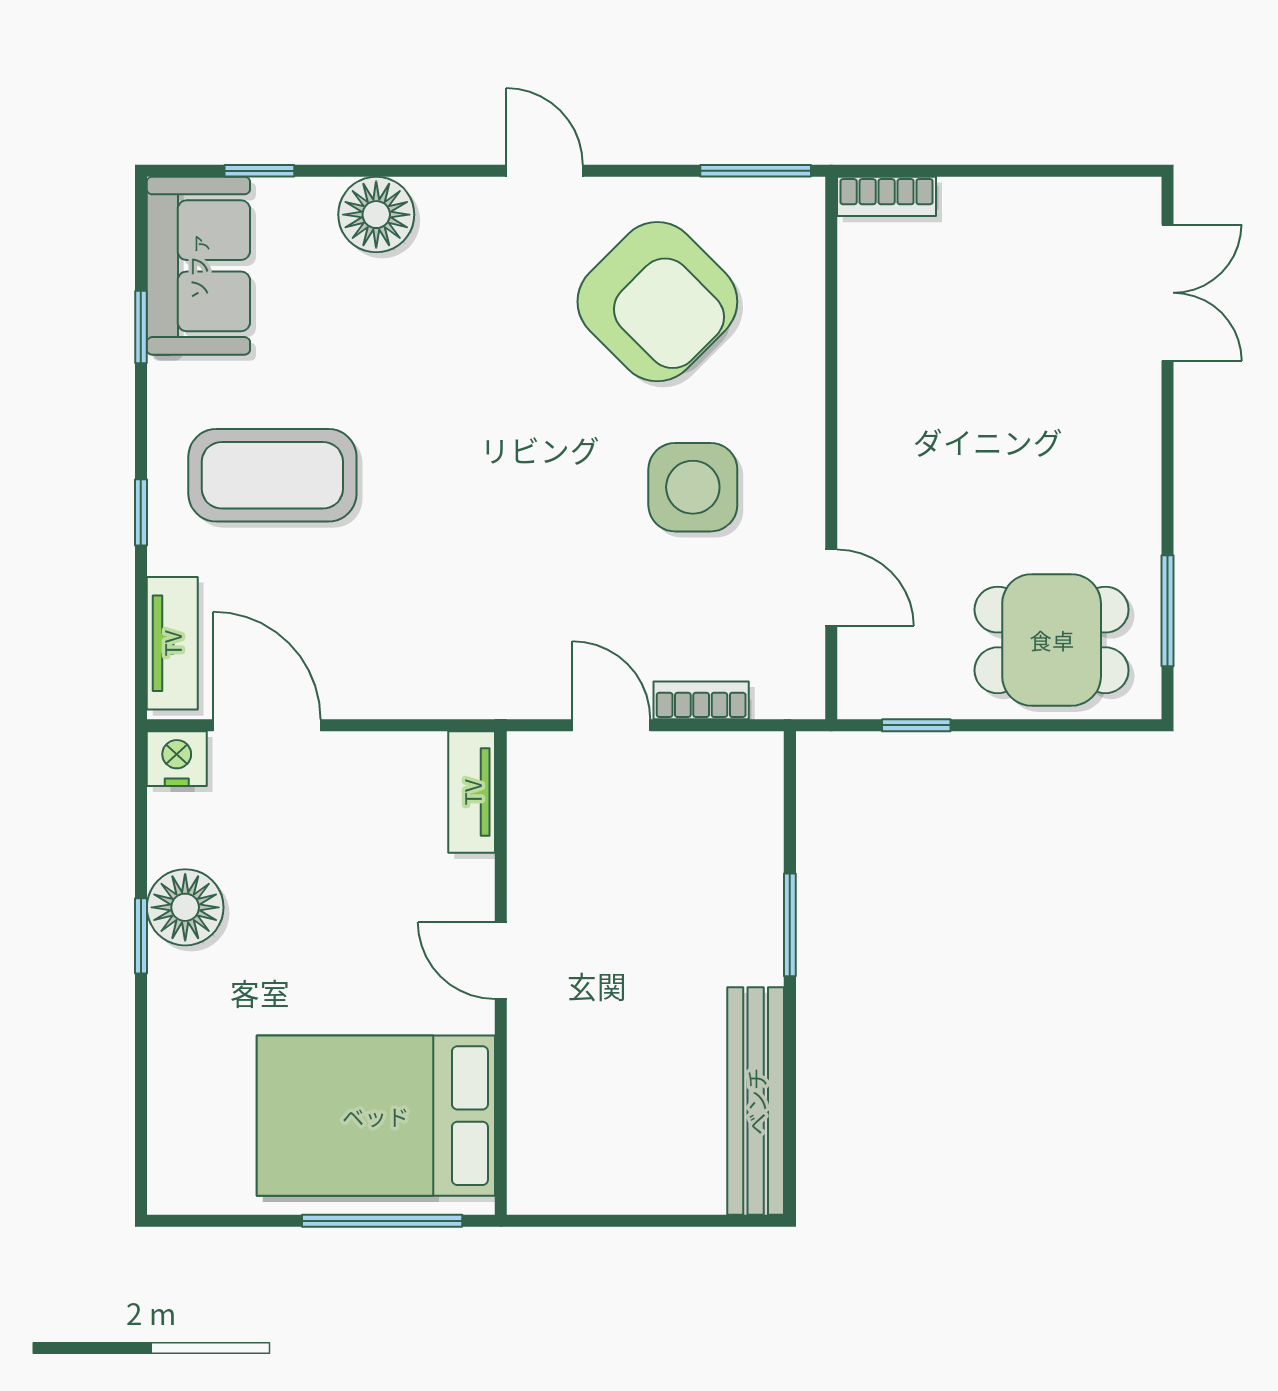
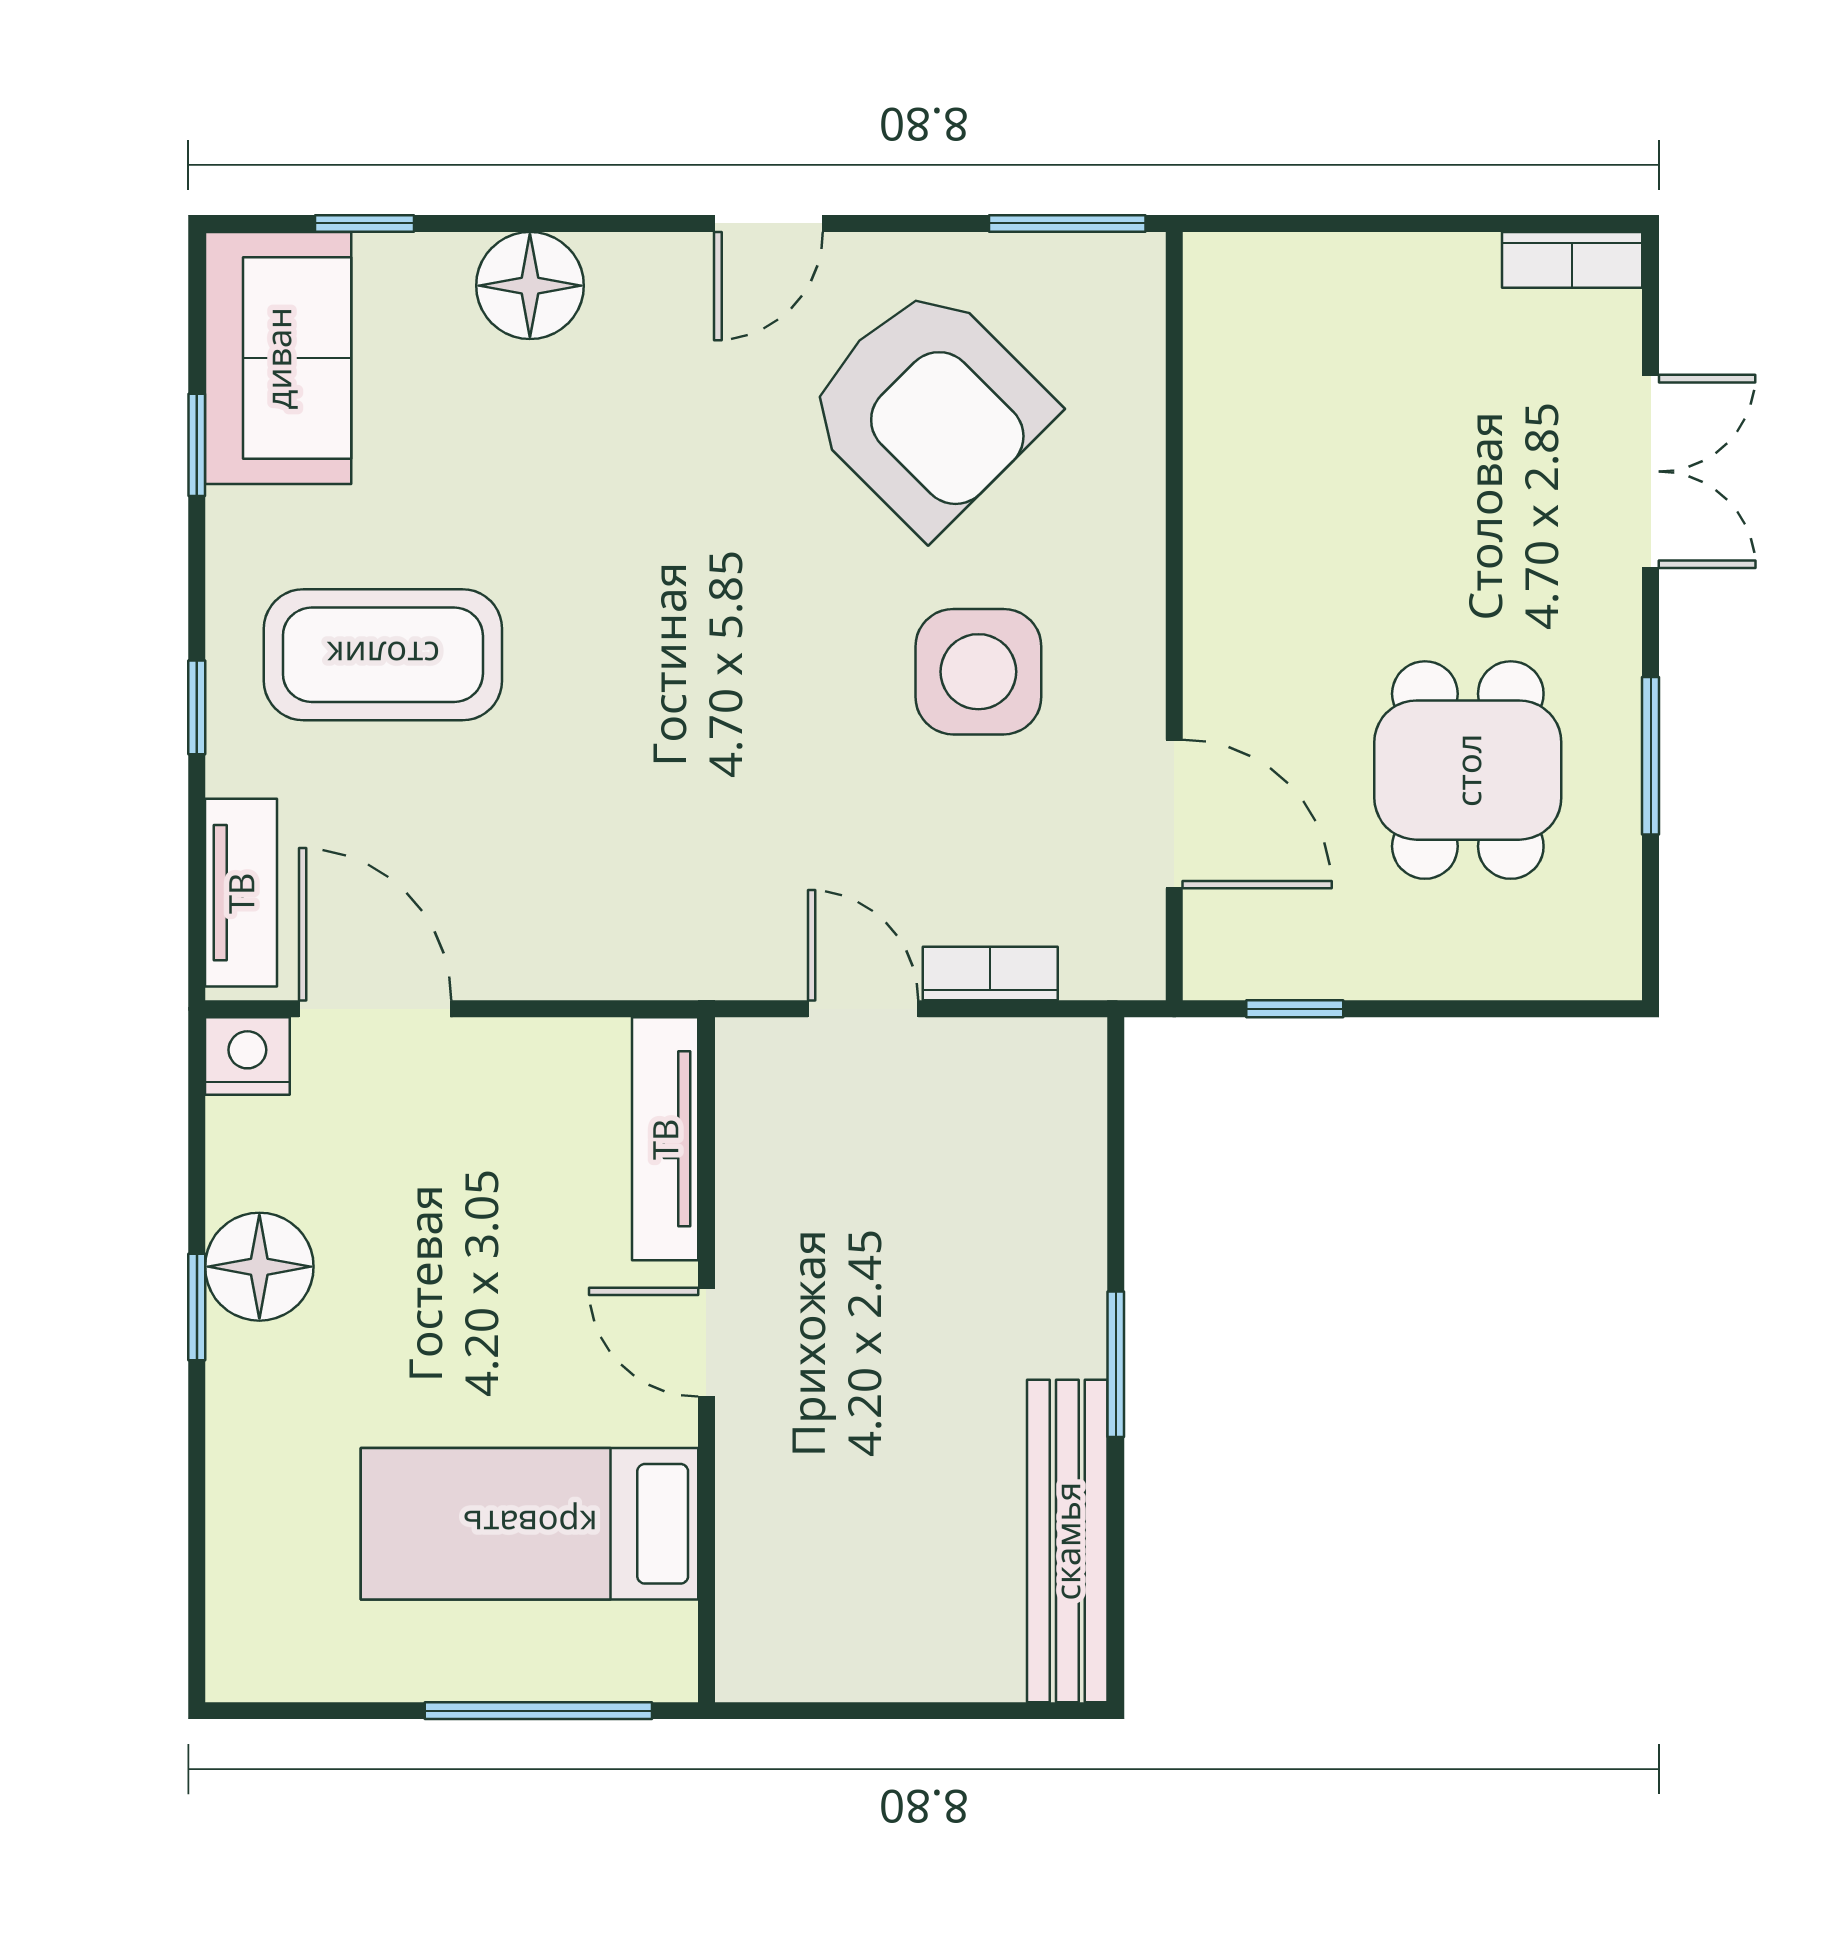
door: (545, 171) -> (768, 223), swing flipped
bookcase: (887, 196) -> (1572, 260), moved
double door: (1167, 293) -> (1651, 471), moved
door: (831, 588) -> (1174, 814), width x1.38
window: (1167, 611) -> (1651, 756), moved
dining table: (1052, 640) -> (1468, 770), moved, turned 90
tv unit: (472, 792) -> (665, 1139), width x1.41
window: (790, 925) -> (1116, 1364), moved
bed: (376, 1116) -> (530, 1524), width x0.67

